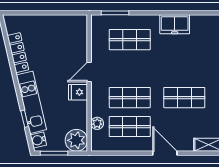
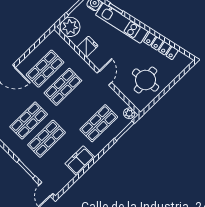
round table: (57, 37) -> (146, 80), added
shop shelf: (184, 69) -> (47, 139), added
fridge: (78, 92) -> (87, 47), moved
plant: (97, 123) -> (129, 113), moved

